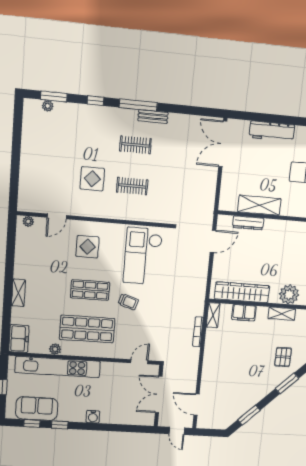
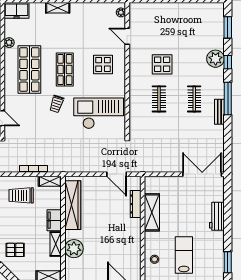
plant: (48, 106) -> (216, 59), moved, width x1.88, depth x1.88
workbench: (272, 131) -> (217, 216), width x0.73
filing cabinet: (244, 313) -> (54, 220), moved
trolley: (225, 347) -> (21, 195), added

